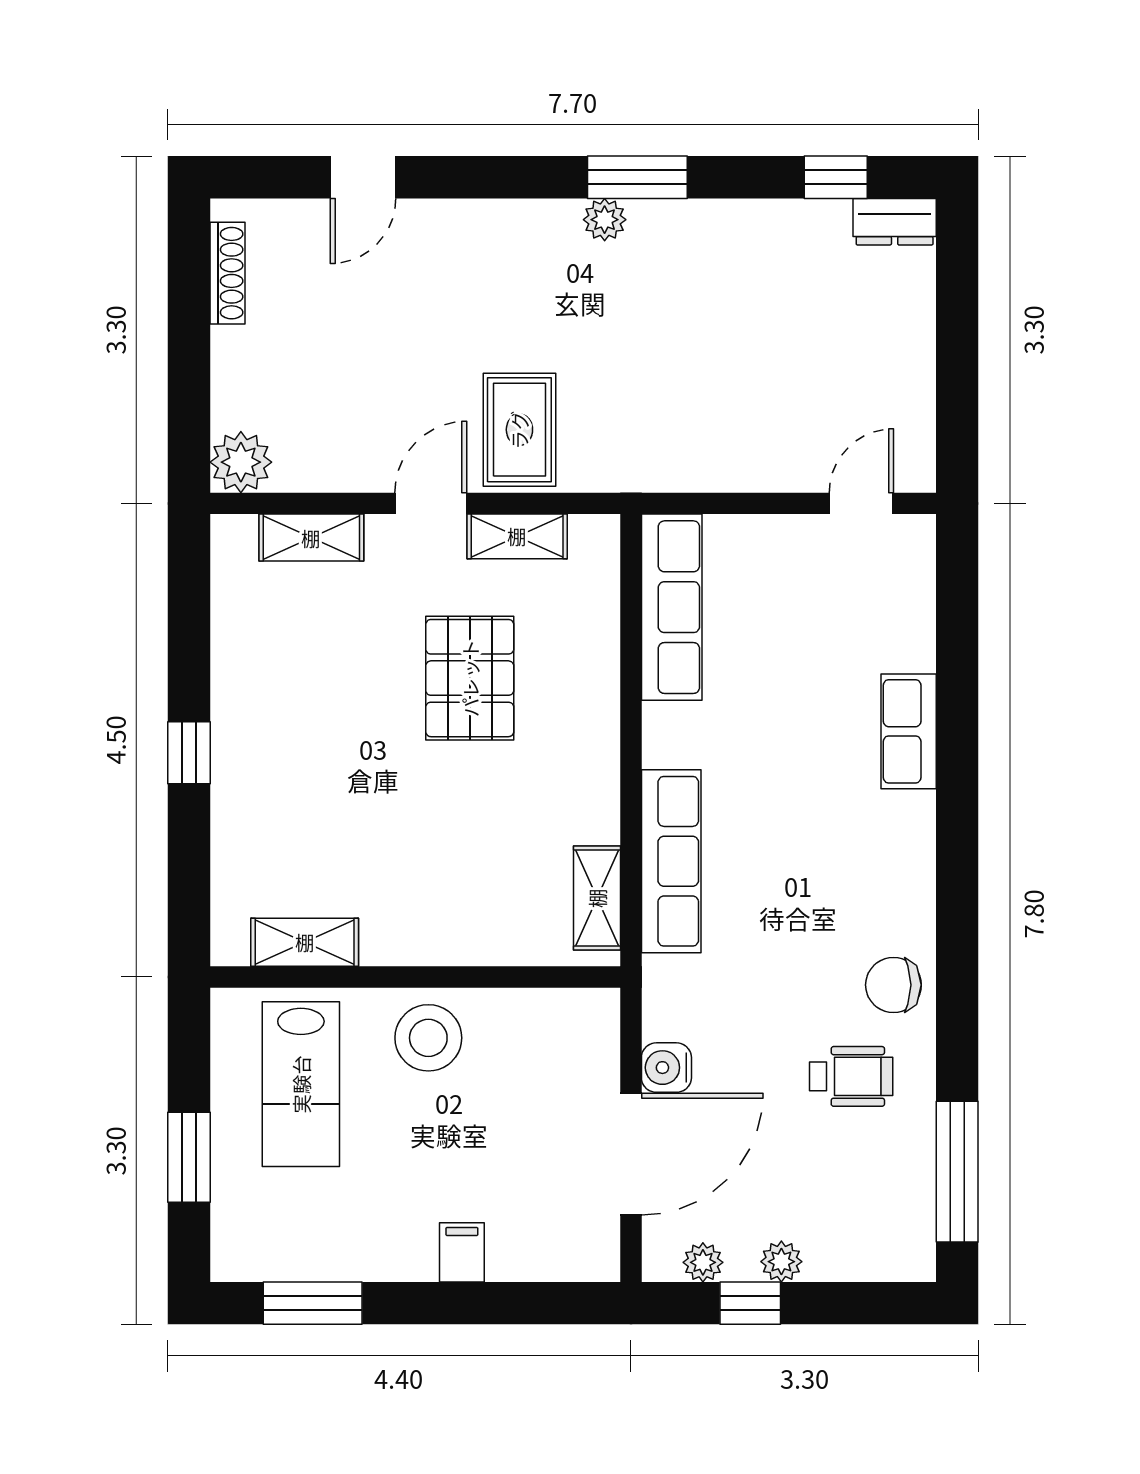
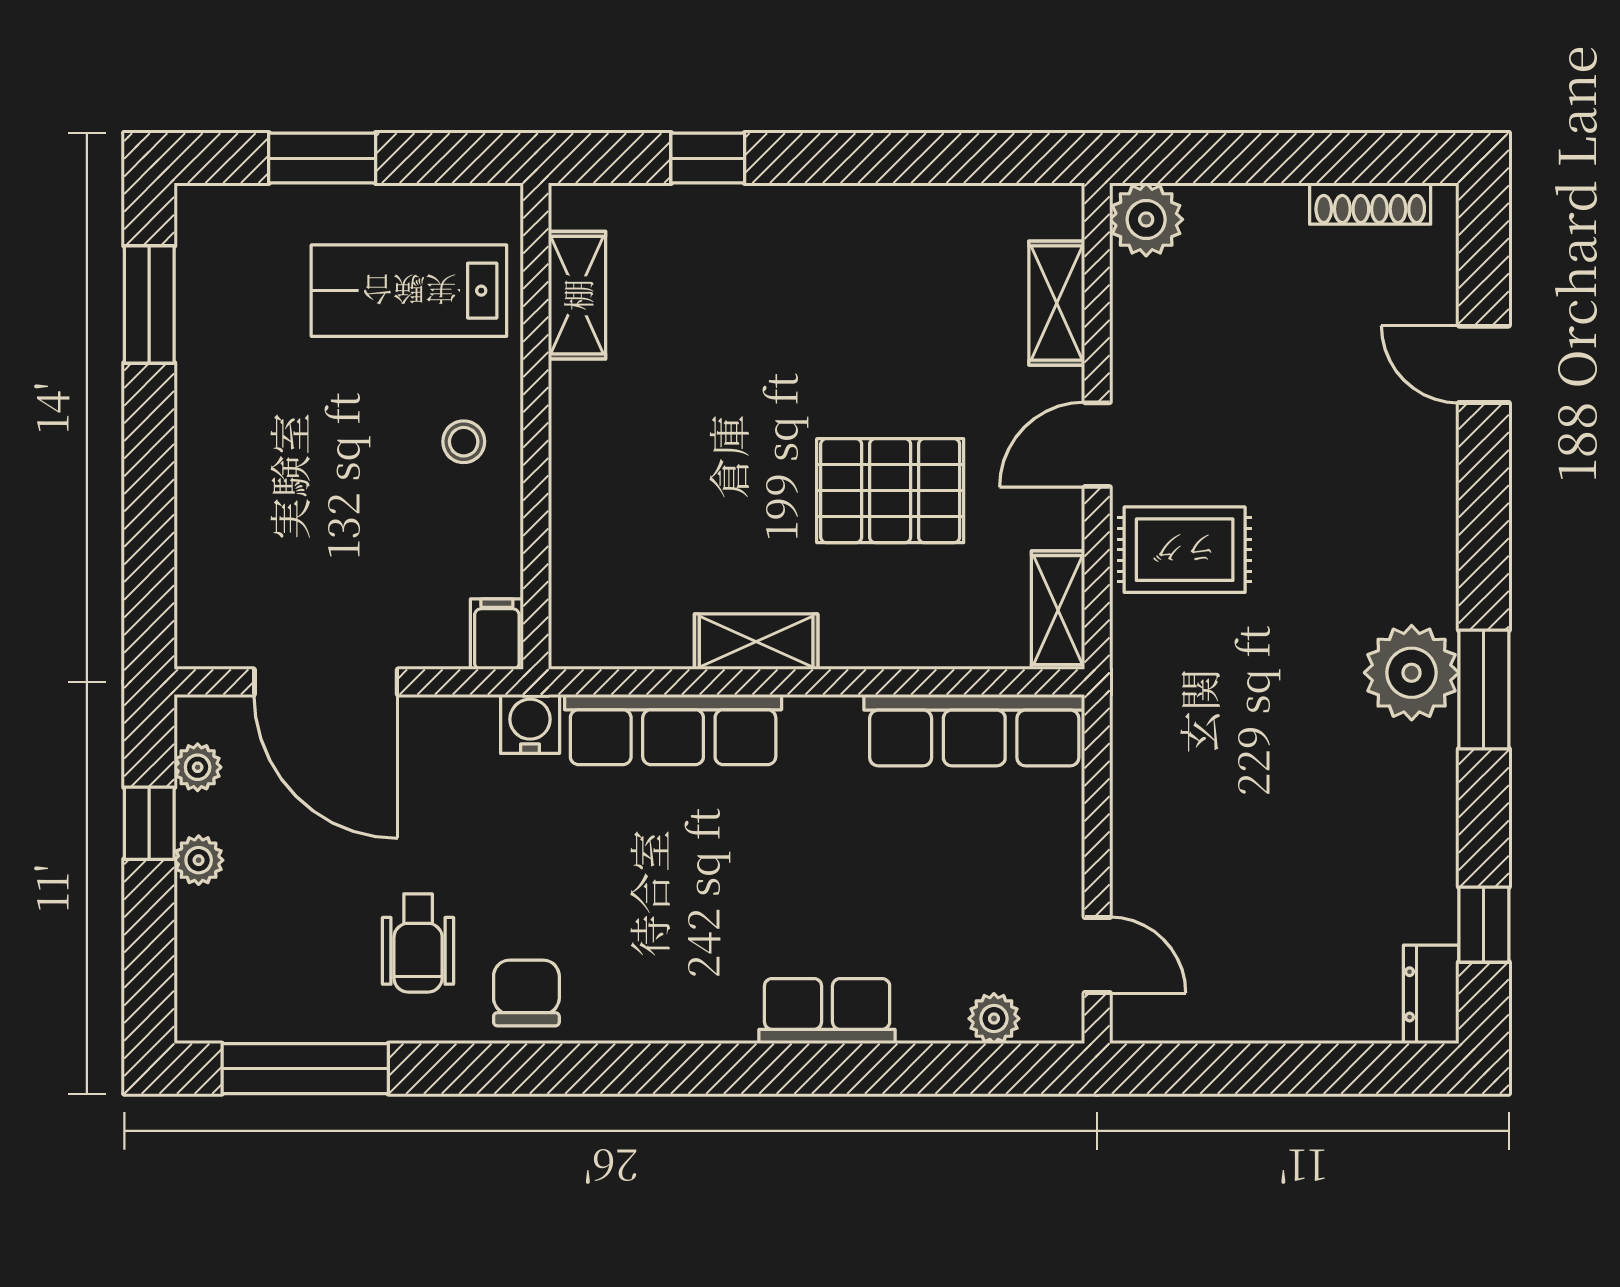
plant: (605, 220) -> (1412, 673), width x1.88, depth x1.88
door: (431, 503) -> (1097, 445), swing flipped
shelving: (517, 536) -> (1058, 610), moved
plant: (915, 591) -> (994, 1019), added
window: (189, 753) -> (708, 158), moved
shelving: (597, 898) -> (756, 642), moved
stool: (428, 1038) -> (464, 442), width x0.53, depth x0.53
water cooler: (666, 1068) -> (530, 724), moved
filing cabinet: (462, 1252) -> (497, 634), moved, turned -90

